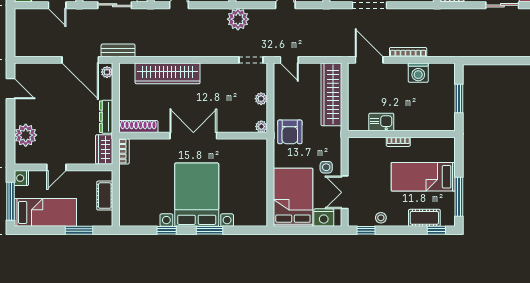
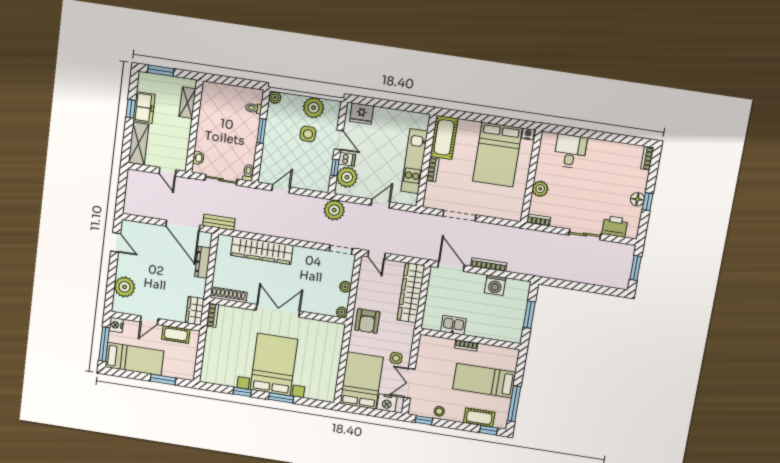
plant: (107, 72) -> (206, 241), removed
dresser: (106, 117) -> (203, 262), moved
cot: (105, 196) -> (176, 334), moved, turned 90

